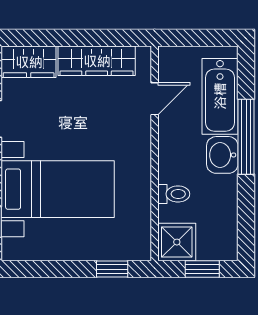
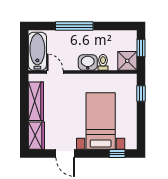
bathtub: (220, 96) -> (37, 51), moved, turned -90
washbasin: (222, 155) -> (88, 62), moved, turned 180

